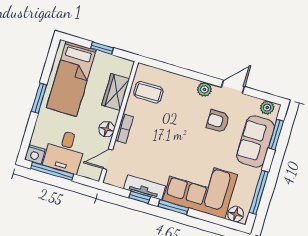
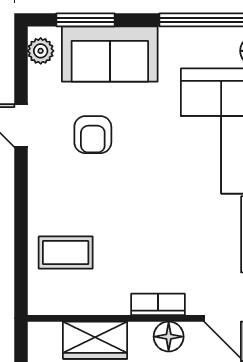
plant: (204, 89) -> (41, 177), removed
coffee table: (148, 92) -> (66, 253), moved, turned 90

